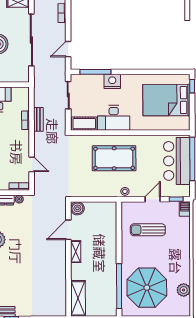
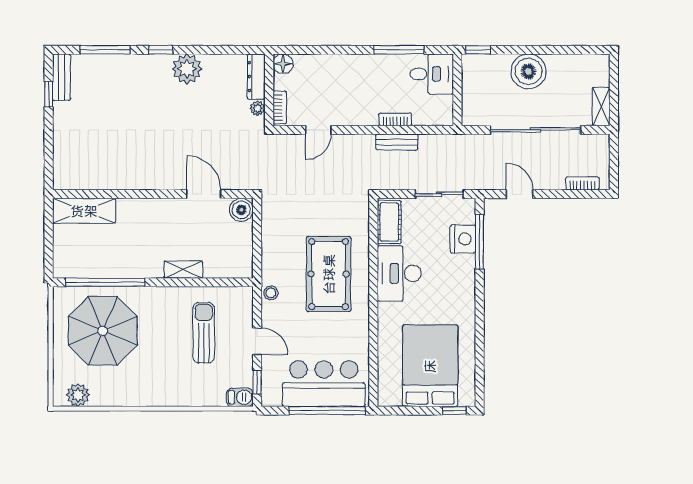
nightstand: (112, 81) -> (463, 239), moved
shelving: (76, 252) -> (183, 270), moved
plant: (184, 290) -> (78, 395), moved

